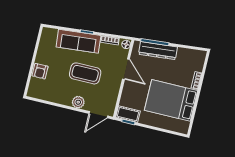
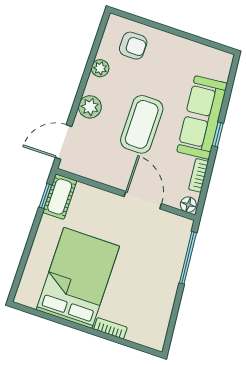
dresser: (158, 51) -> (172, 262), removed
door: (126, 69) -> (143, 200), swing flipped
armchair: (40, 71) -> (133, 46), moved, turned 180
plant: (57, 99) -> (100, 68), added
door: (98, 115) -> (64, 142), hinge flipped

